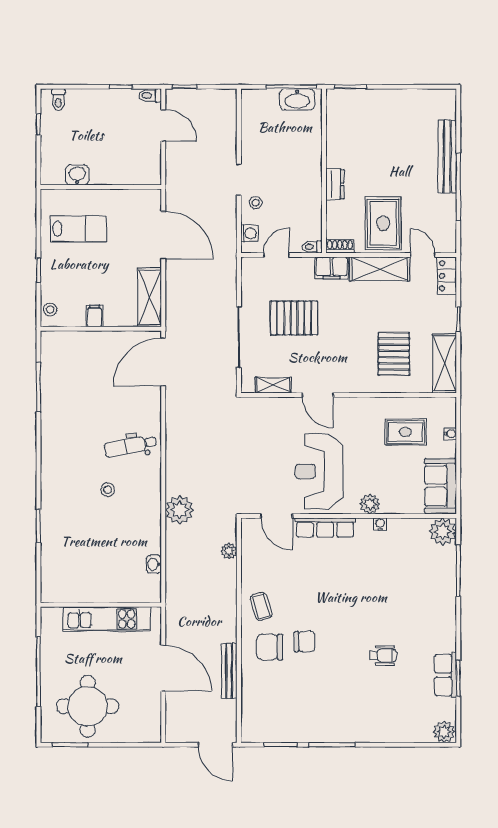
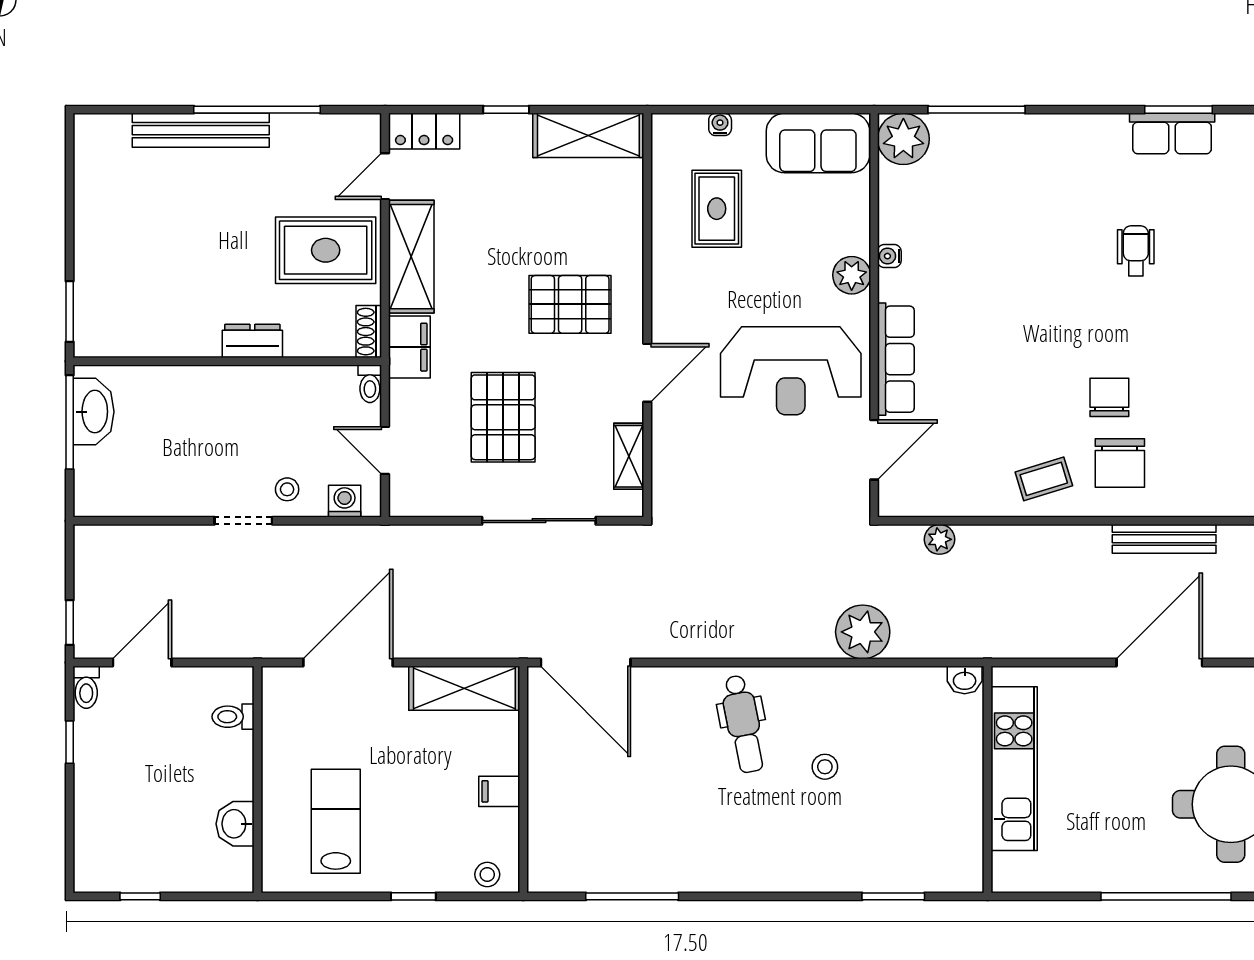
toilet: (58, 100) -> (233, 717), moved, turned 180
pallet: (394, 354) -> (570, 304), moved
wall: (101, 605) -> (987, 779), moved
kitchen unit: (107, 619) -> (1014, 769), moved

